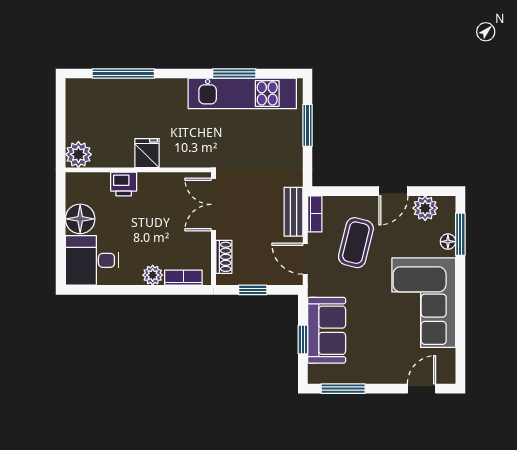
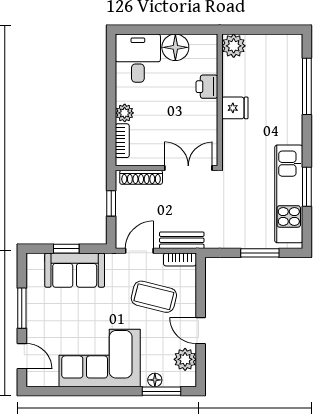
shoe rack: (224, 257) -> (141, 177), width x1.43
window: (343, 389) -> (22, 308), moved

